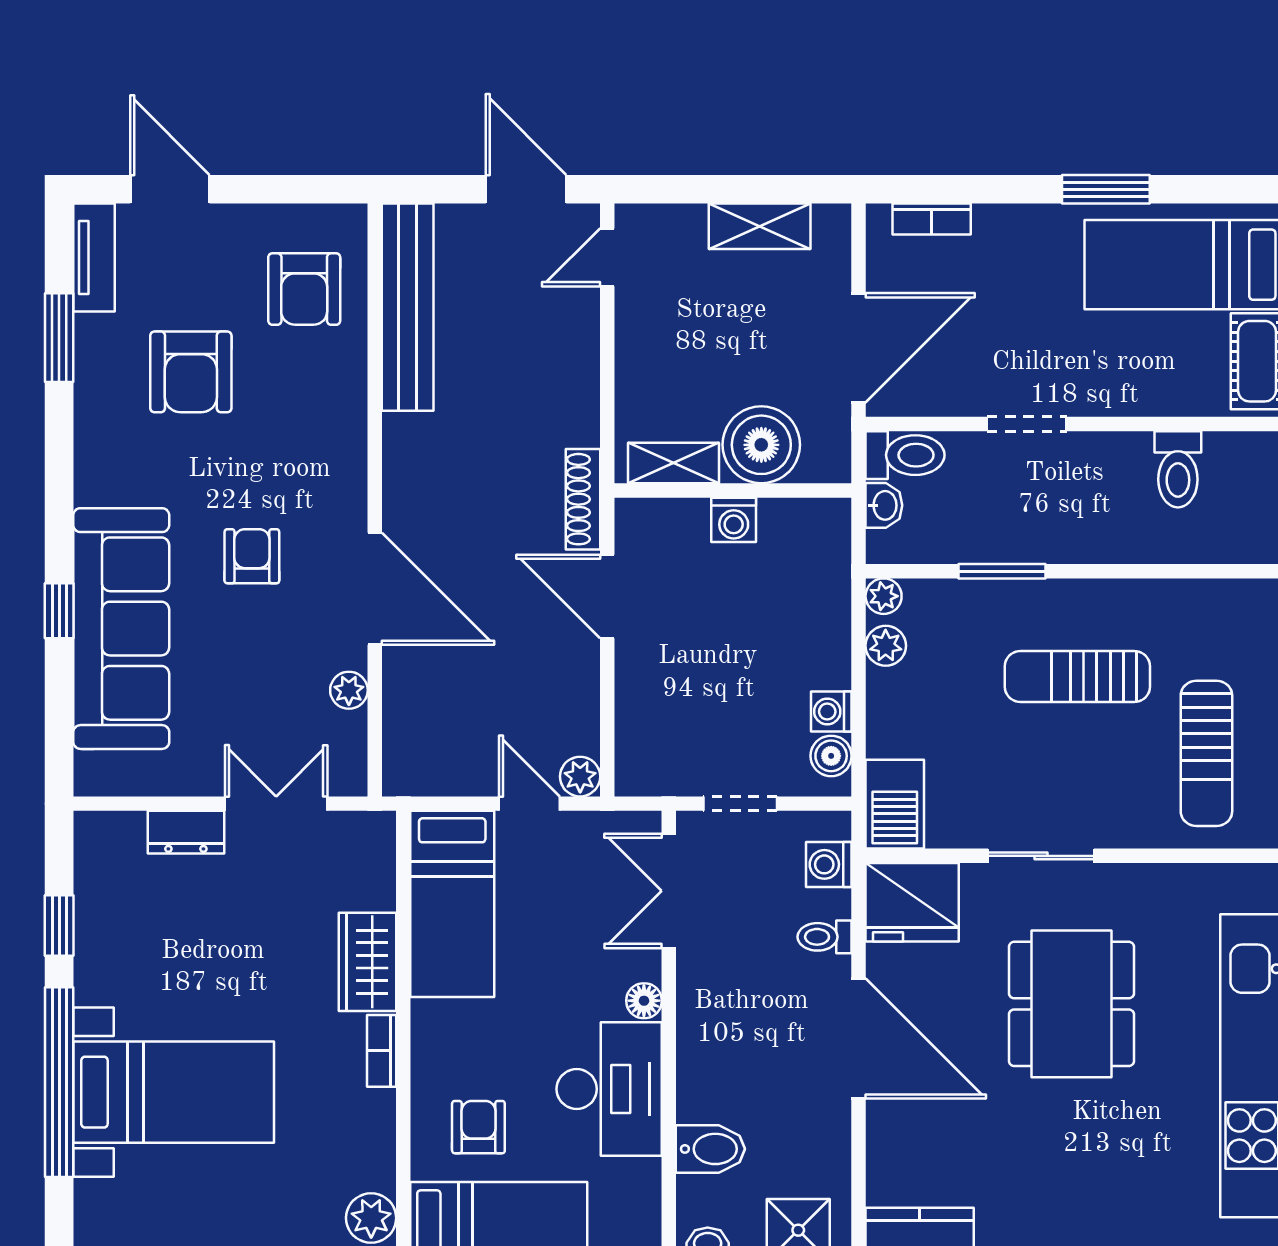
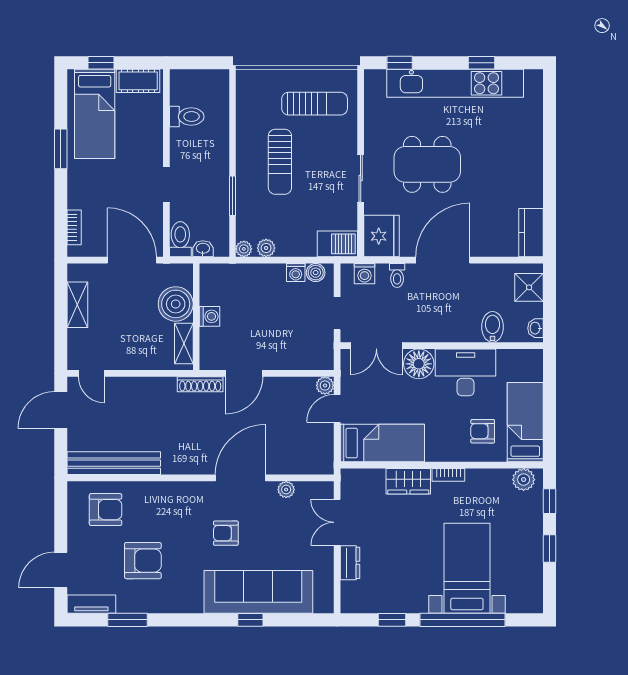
floor lamp: (644, 1001) -> (419, 364), width x1.89, depth x1.89

